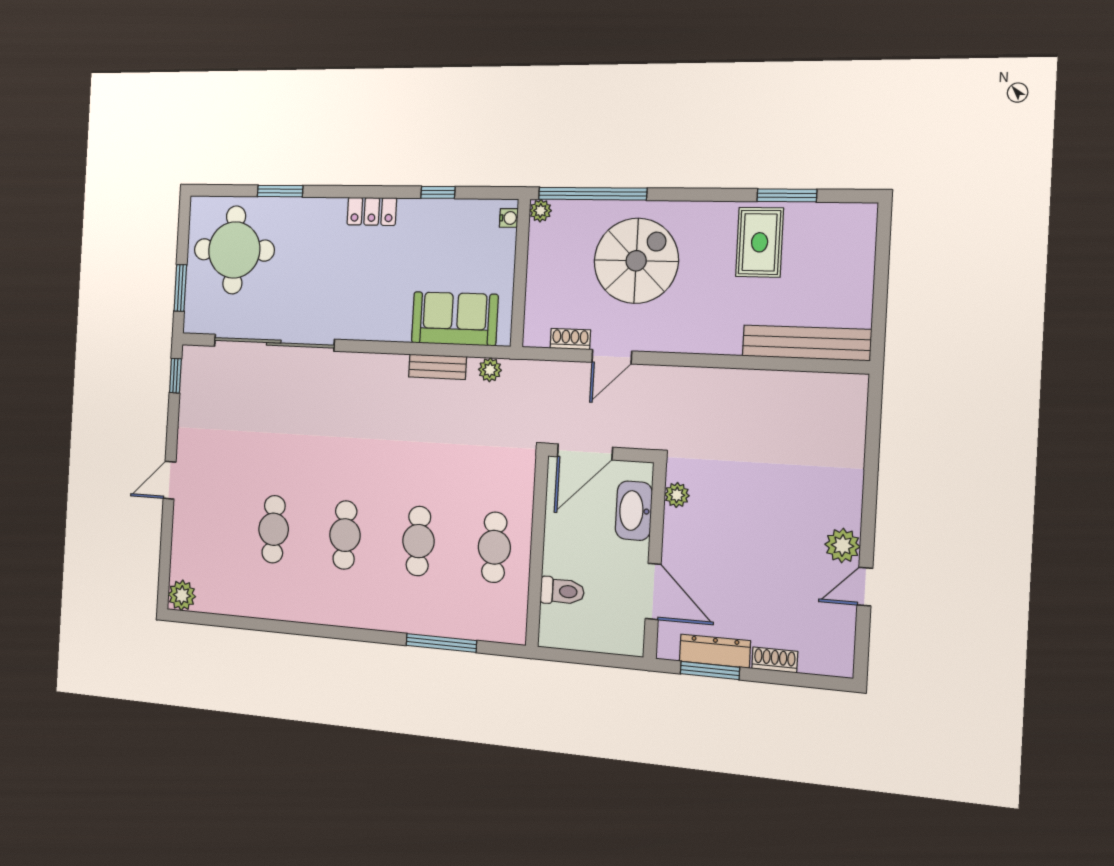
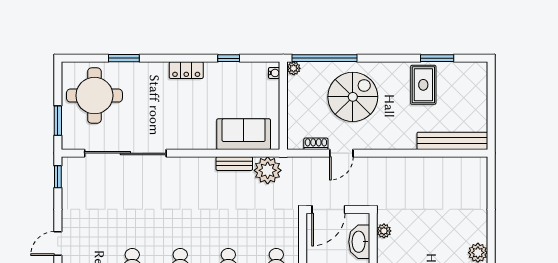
plant: (490, 370) -> (268, 170), width x1.88, depth x1.88

